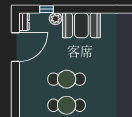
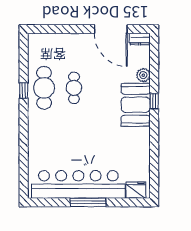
window: (46, 9) -> (154, 101), moved
cafe table: (67, 79) -> (74, 88), width x0.73, depth x0.74

